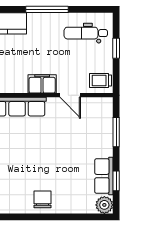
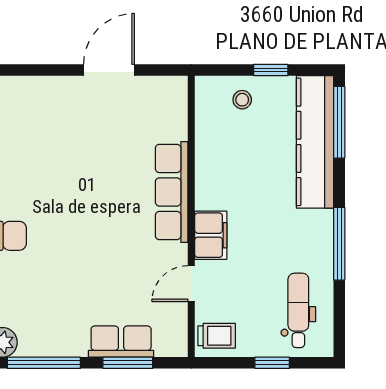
trolley: (101, 80) -> (217, 336), turned 90
row of seats: (104, 176) -> (121, 342), moved
window: (116, 181) -> (44, 363), width x2.17

